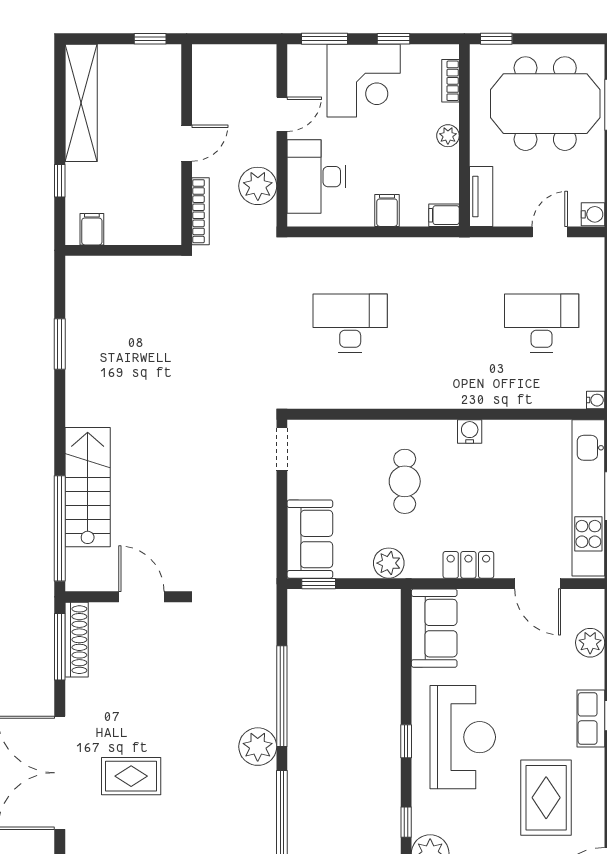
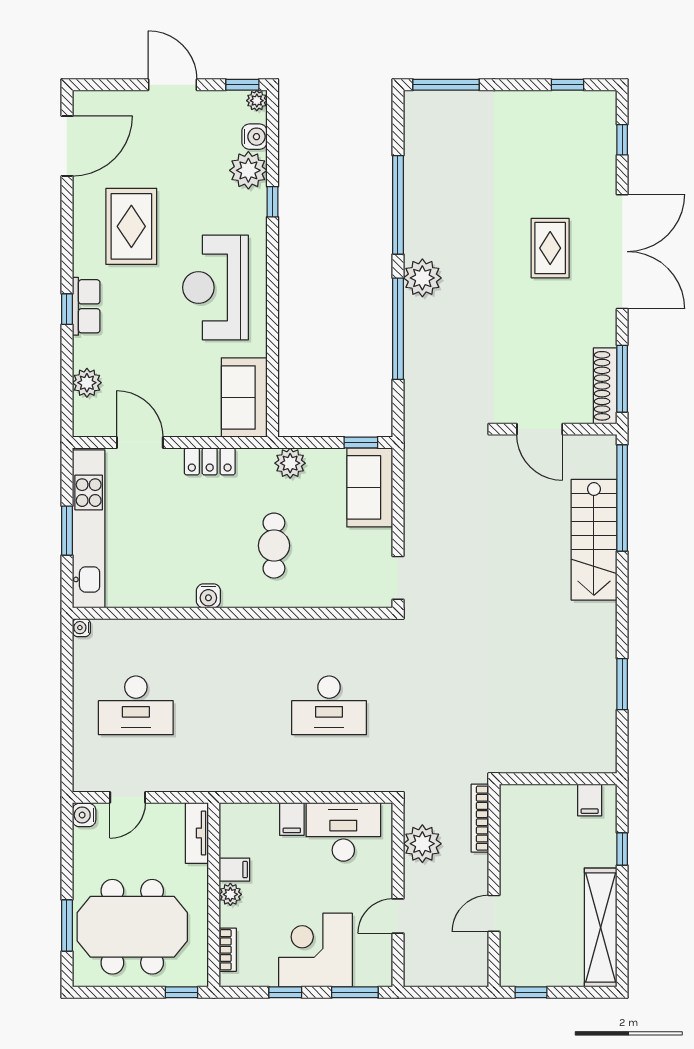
door: (187, 143) -> (494, 913), moved
desk: (316, 177) -> (343, 832), moved, turned -90
filing cabinet: (444, 215) -> (234, 870), moved
window: (406, 741) -> (272, 283), removed
rug: (131, 776) -> (550, 248), turned 90

